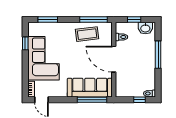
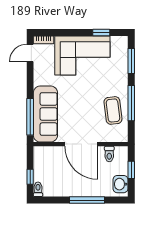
window: (94, 20) -> (131, 103), moved
door: (114, 59) -> (81, 144), swing flipped

